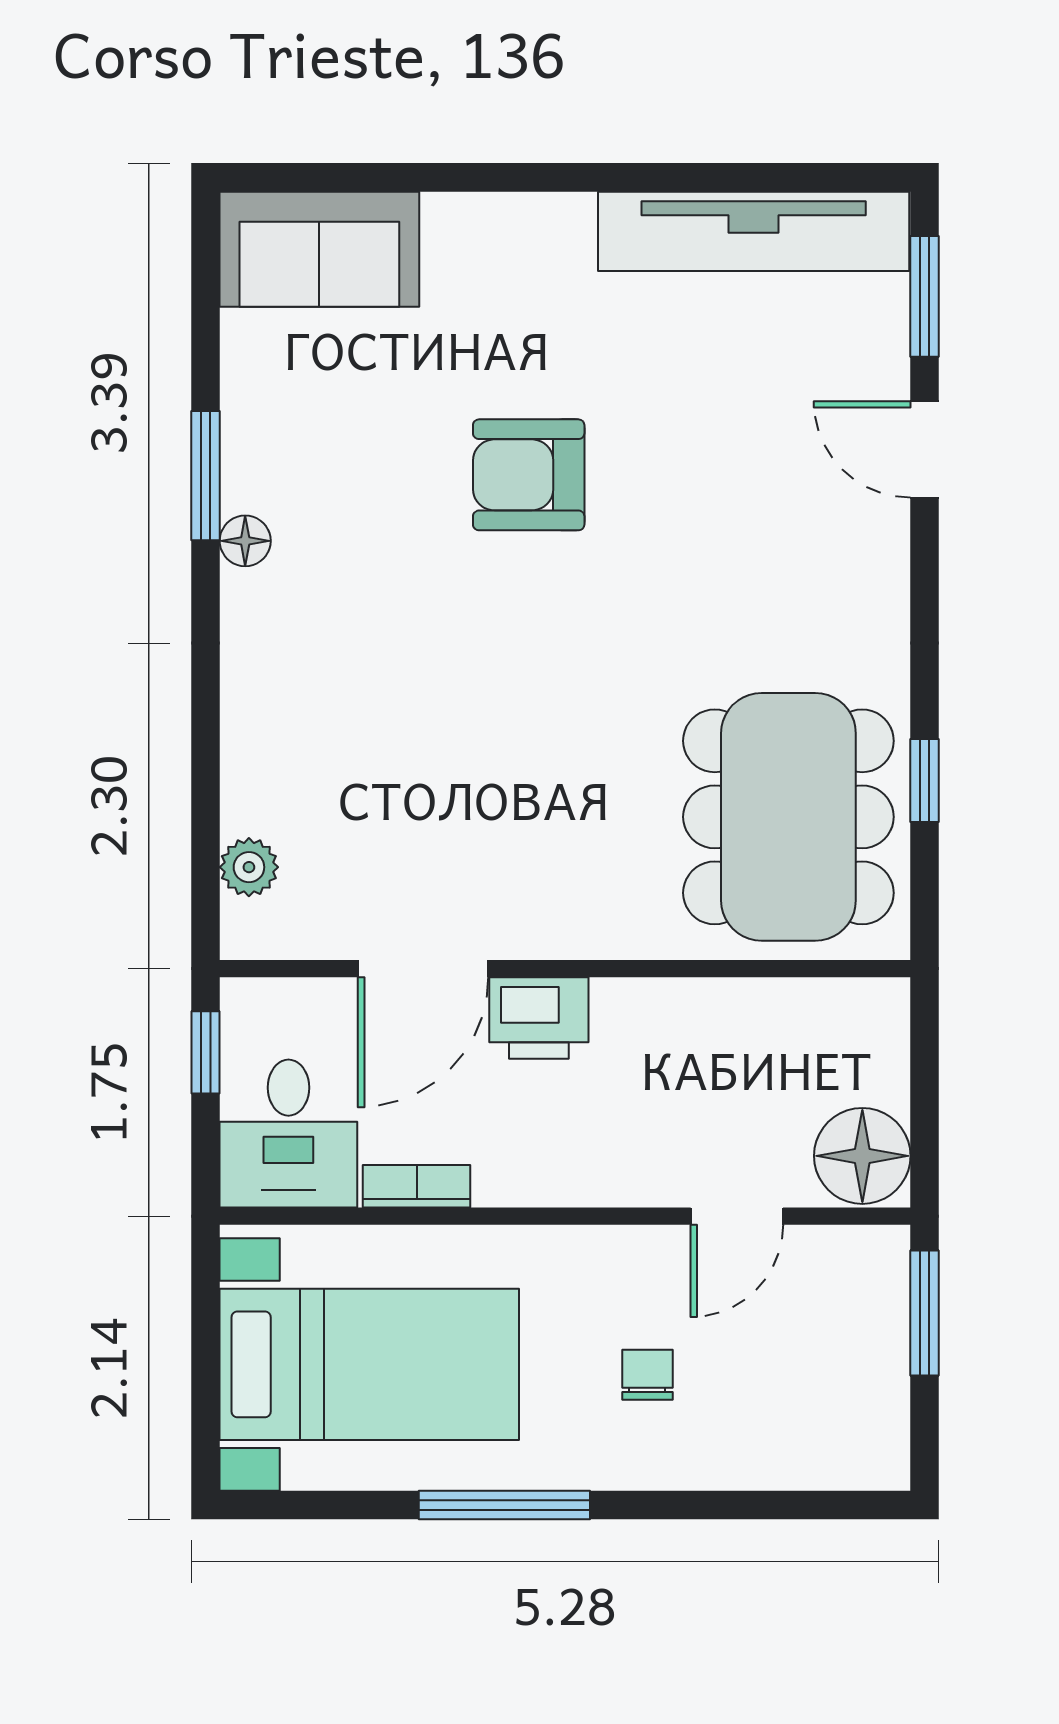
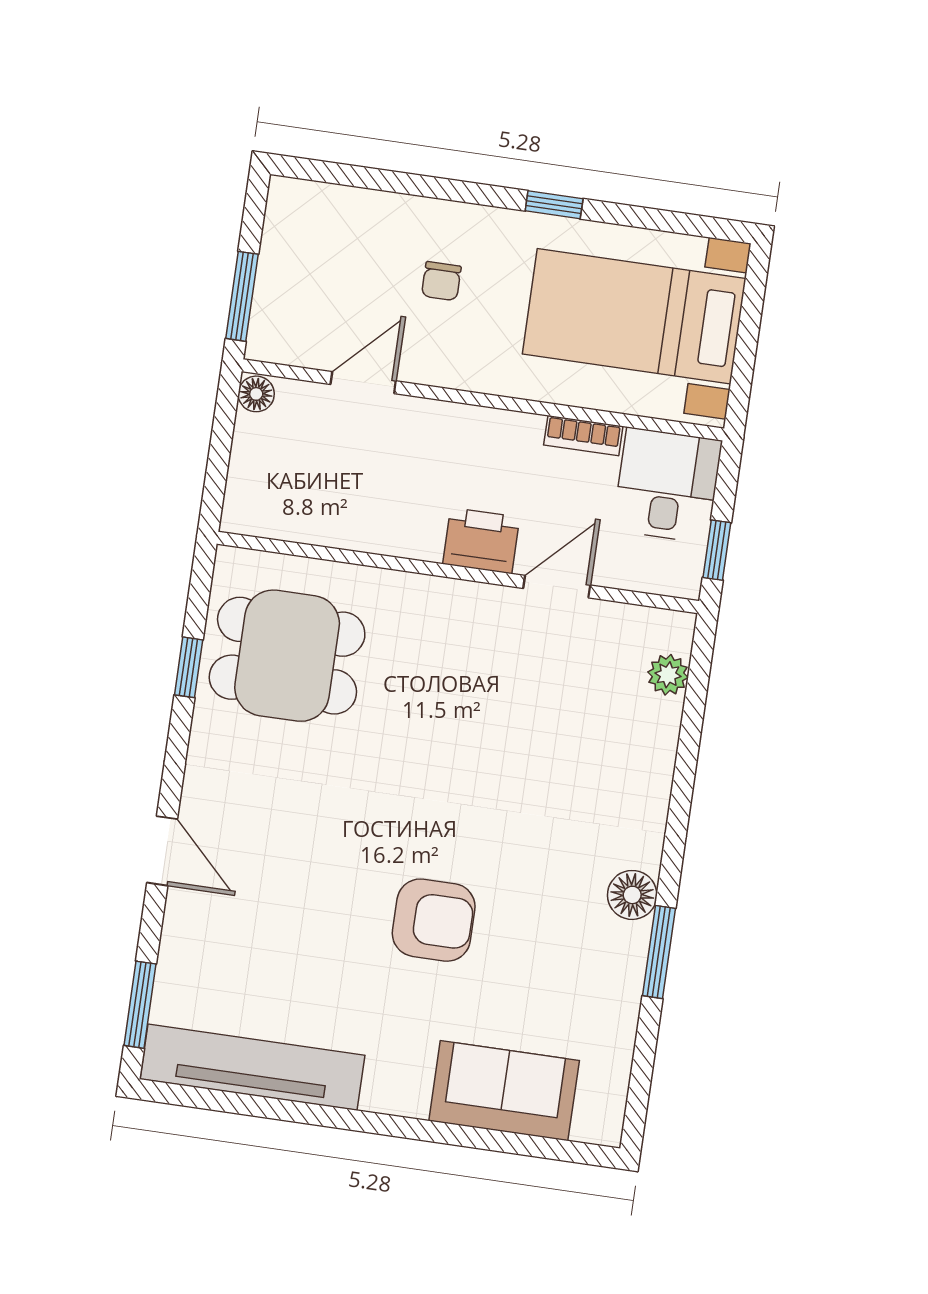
sofa: (319, 249) -> (504, 1091), moved
door: (925, 449) -> (162, 851), moved
floor lamp: (245, 541) -> (632, 895), width x1.37, depth x1.37
dining table: (788, 817) -> (287, 656), width x0.73
door: (423, 969) -> (557, 587), width x0.73
floor lamp: (862, 1156) -> (256, 394), width x0.53, depth x0.53
window: (504, 1505) -> (554, 205), width x0.46

